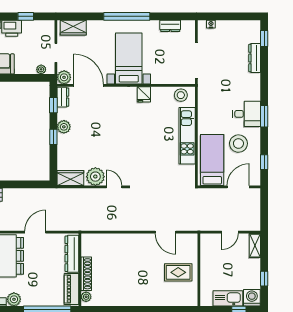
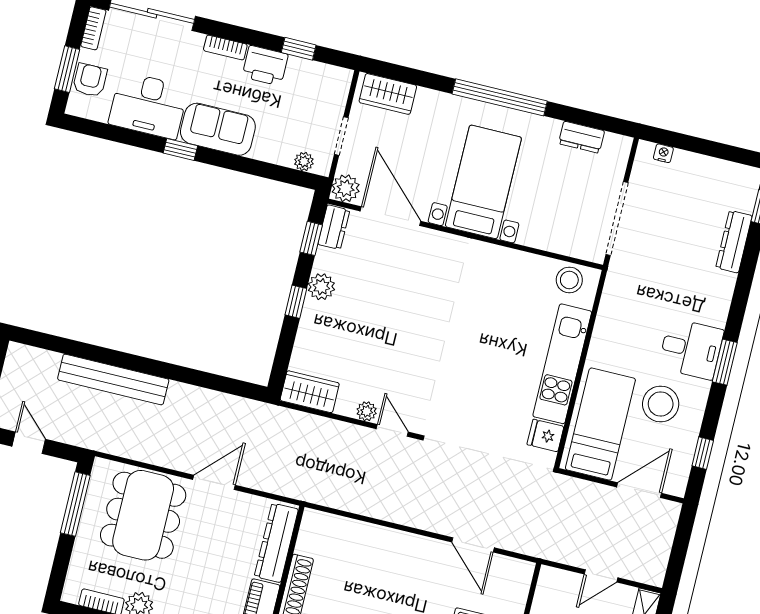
fridge: (144, 94) -> (545, 435), moved, turned 90
plant: (95, 177) -> (367, 411), width x0.53, depth x0.53

